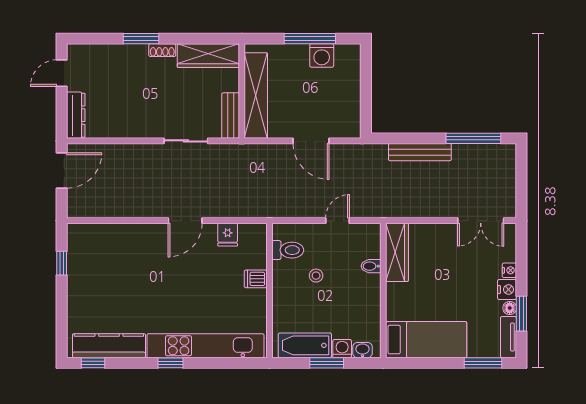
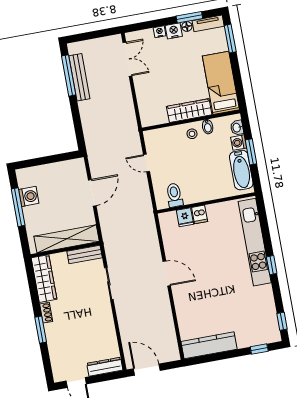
bench: (420, 152) -> (79, 77), moved
fridge: (228, 235) -> (185, 217), moved, turned 90
wardrobe: (397, 252) -> (189, 111), moved
window: (62, 263) -> (259, 349), moved
bidet: (371, 266) -> (208, 127), moved
stool: (316, 276) -> (192, 134), moved
kitchen counter: (109, 346) -> (209, 345), moved, turned 90

